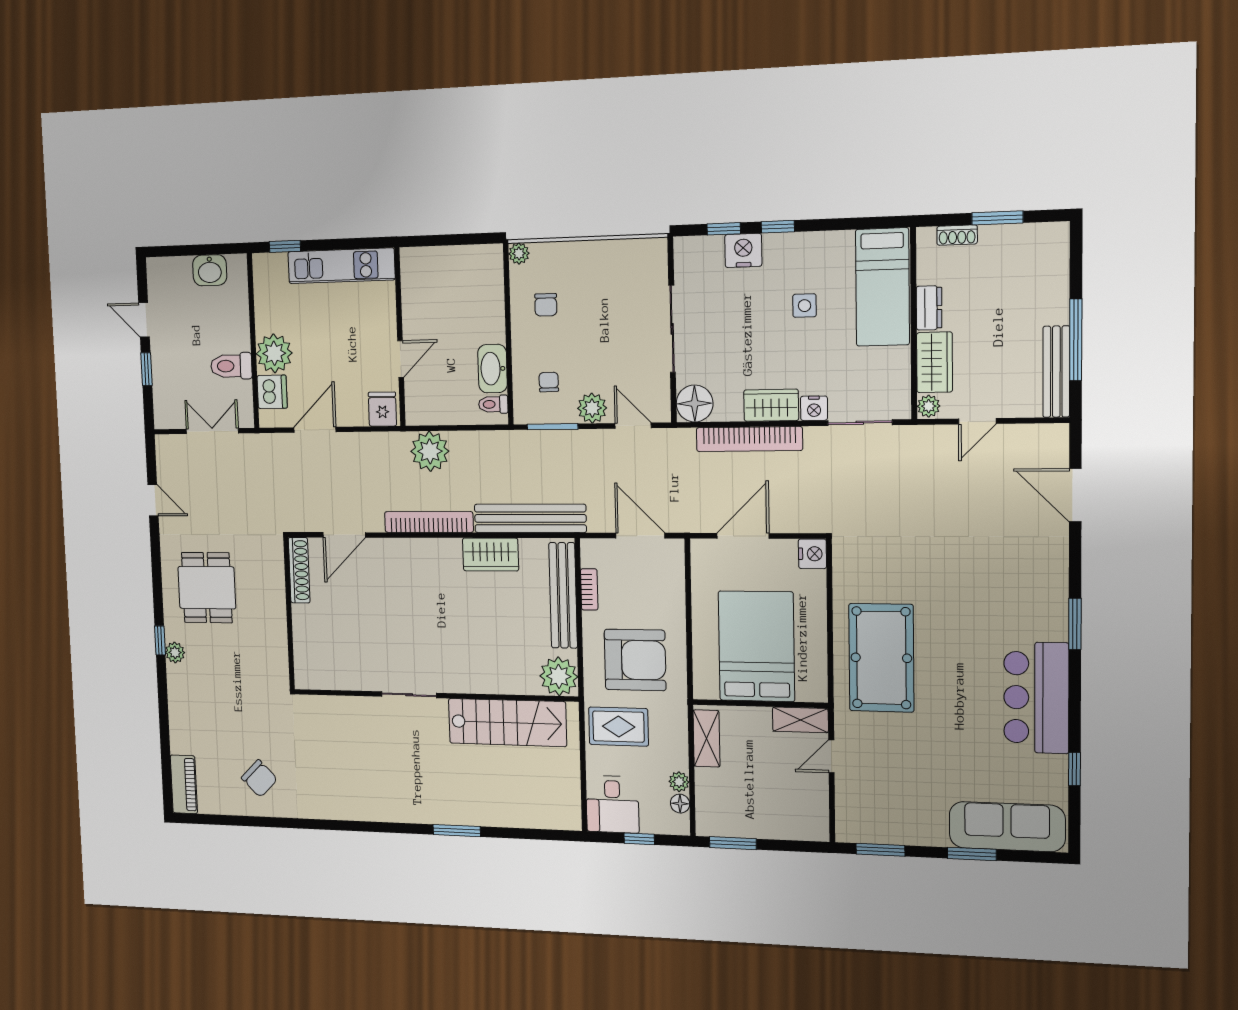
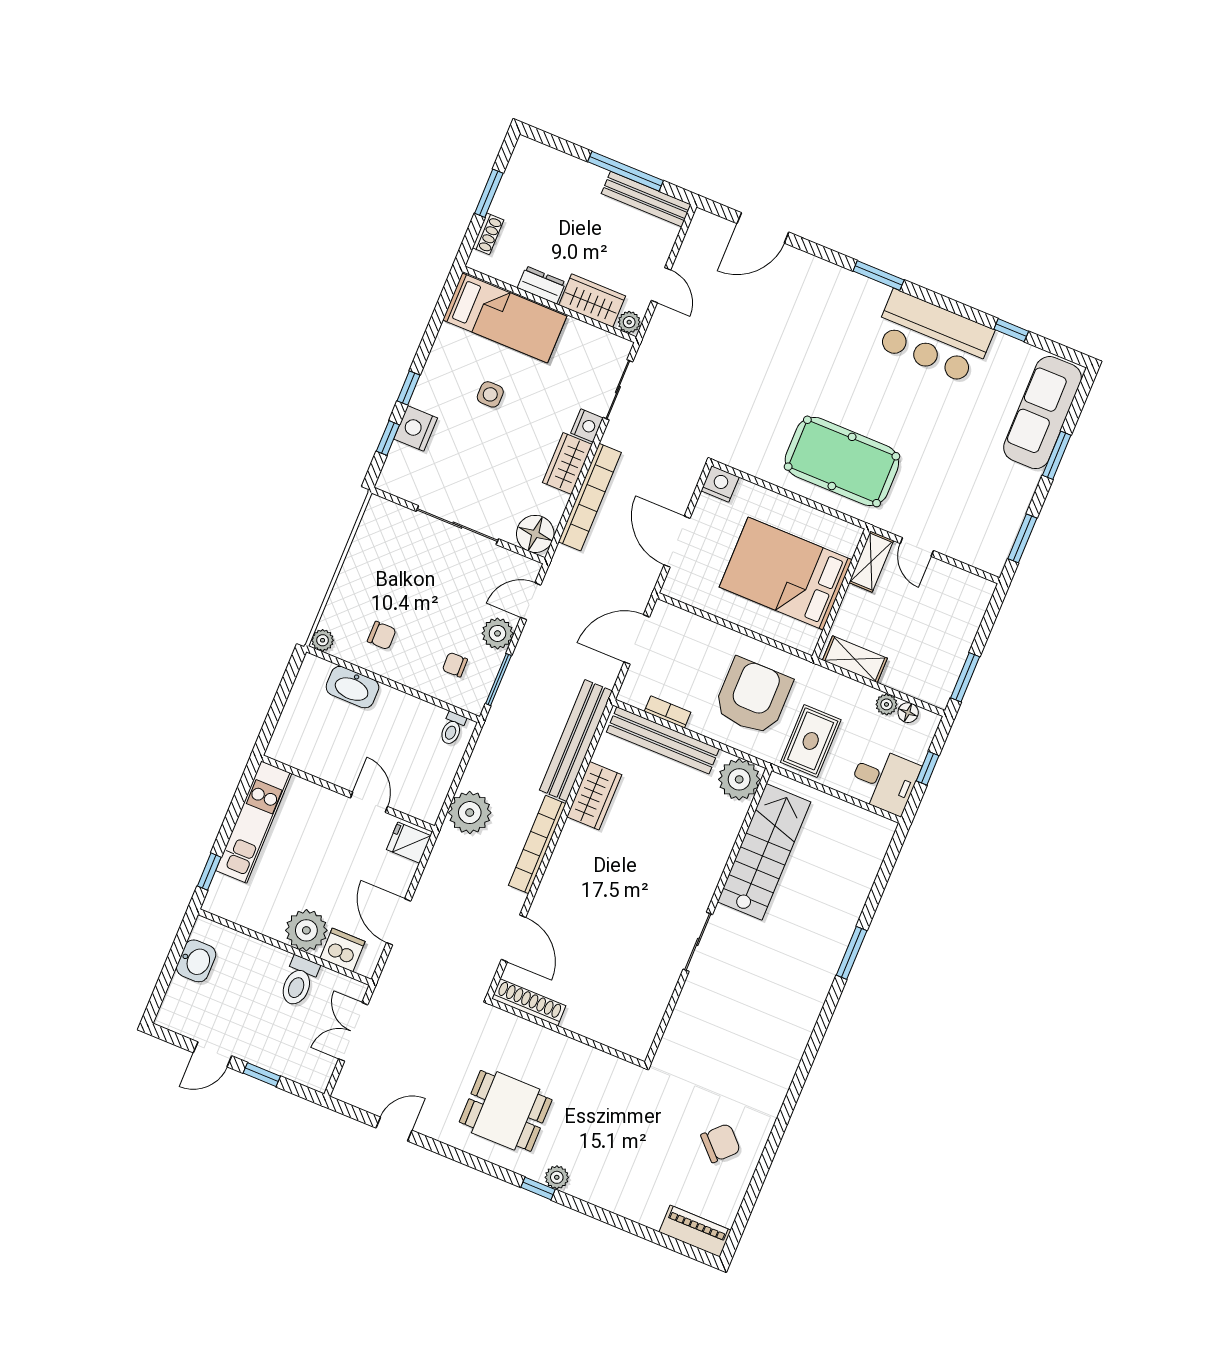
washbasin: (493, 369) -> (352, 687), moved

